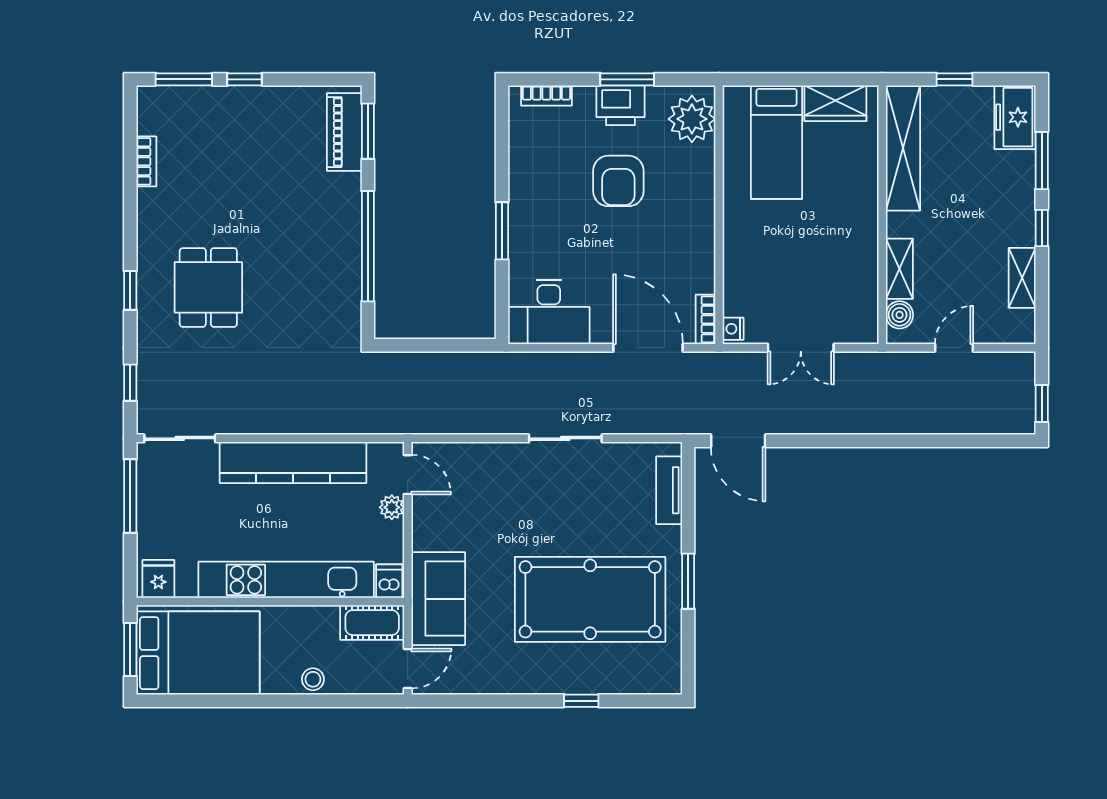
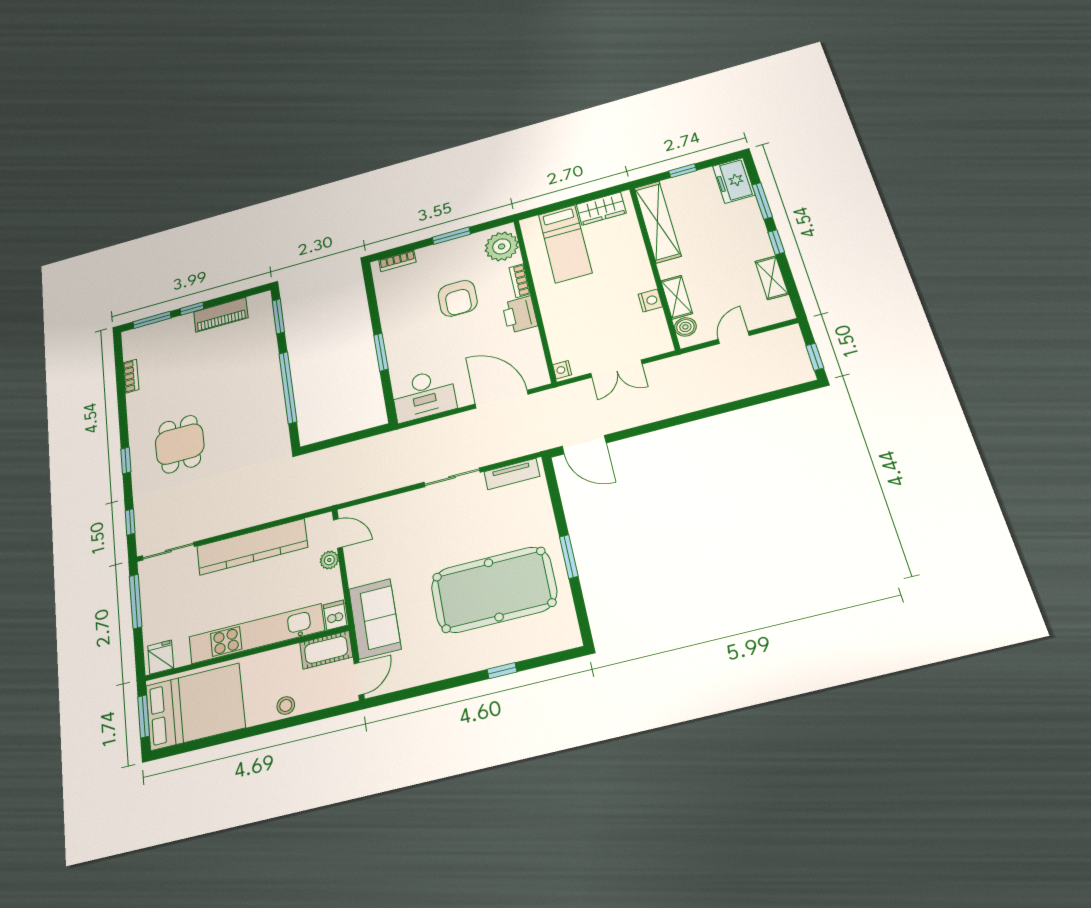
printer: (621, 105) -> (520, 314), moved, turned 90
piano: (344, 132) -> (221, 315), moved, turned -90
nightstand: (866, 263) -> (650, 301), added
bookcase: (705, 319) -> (520, 281), moved
tv unit: (669, 490) -> (512, 474), moved, turned -90

